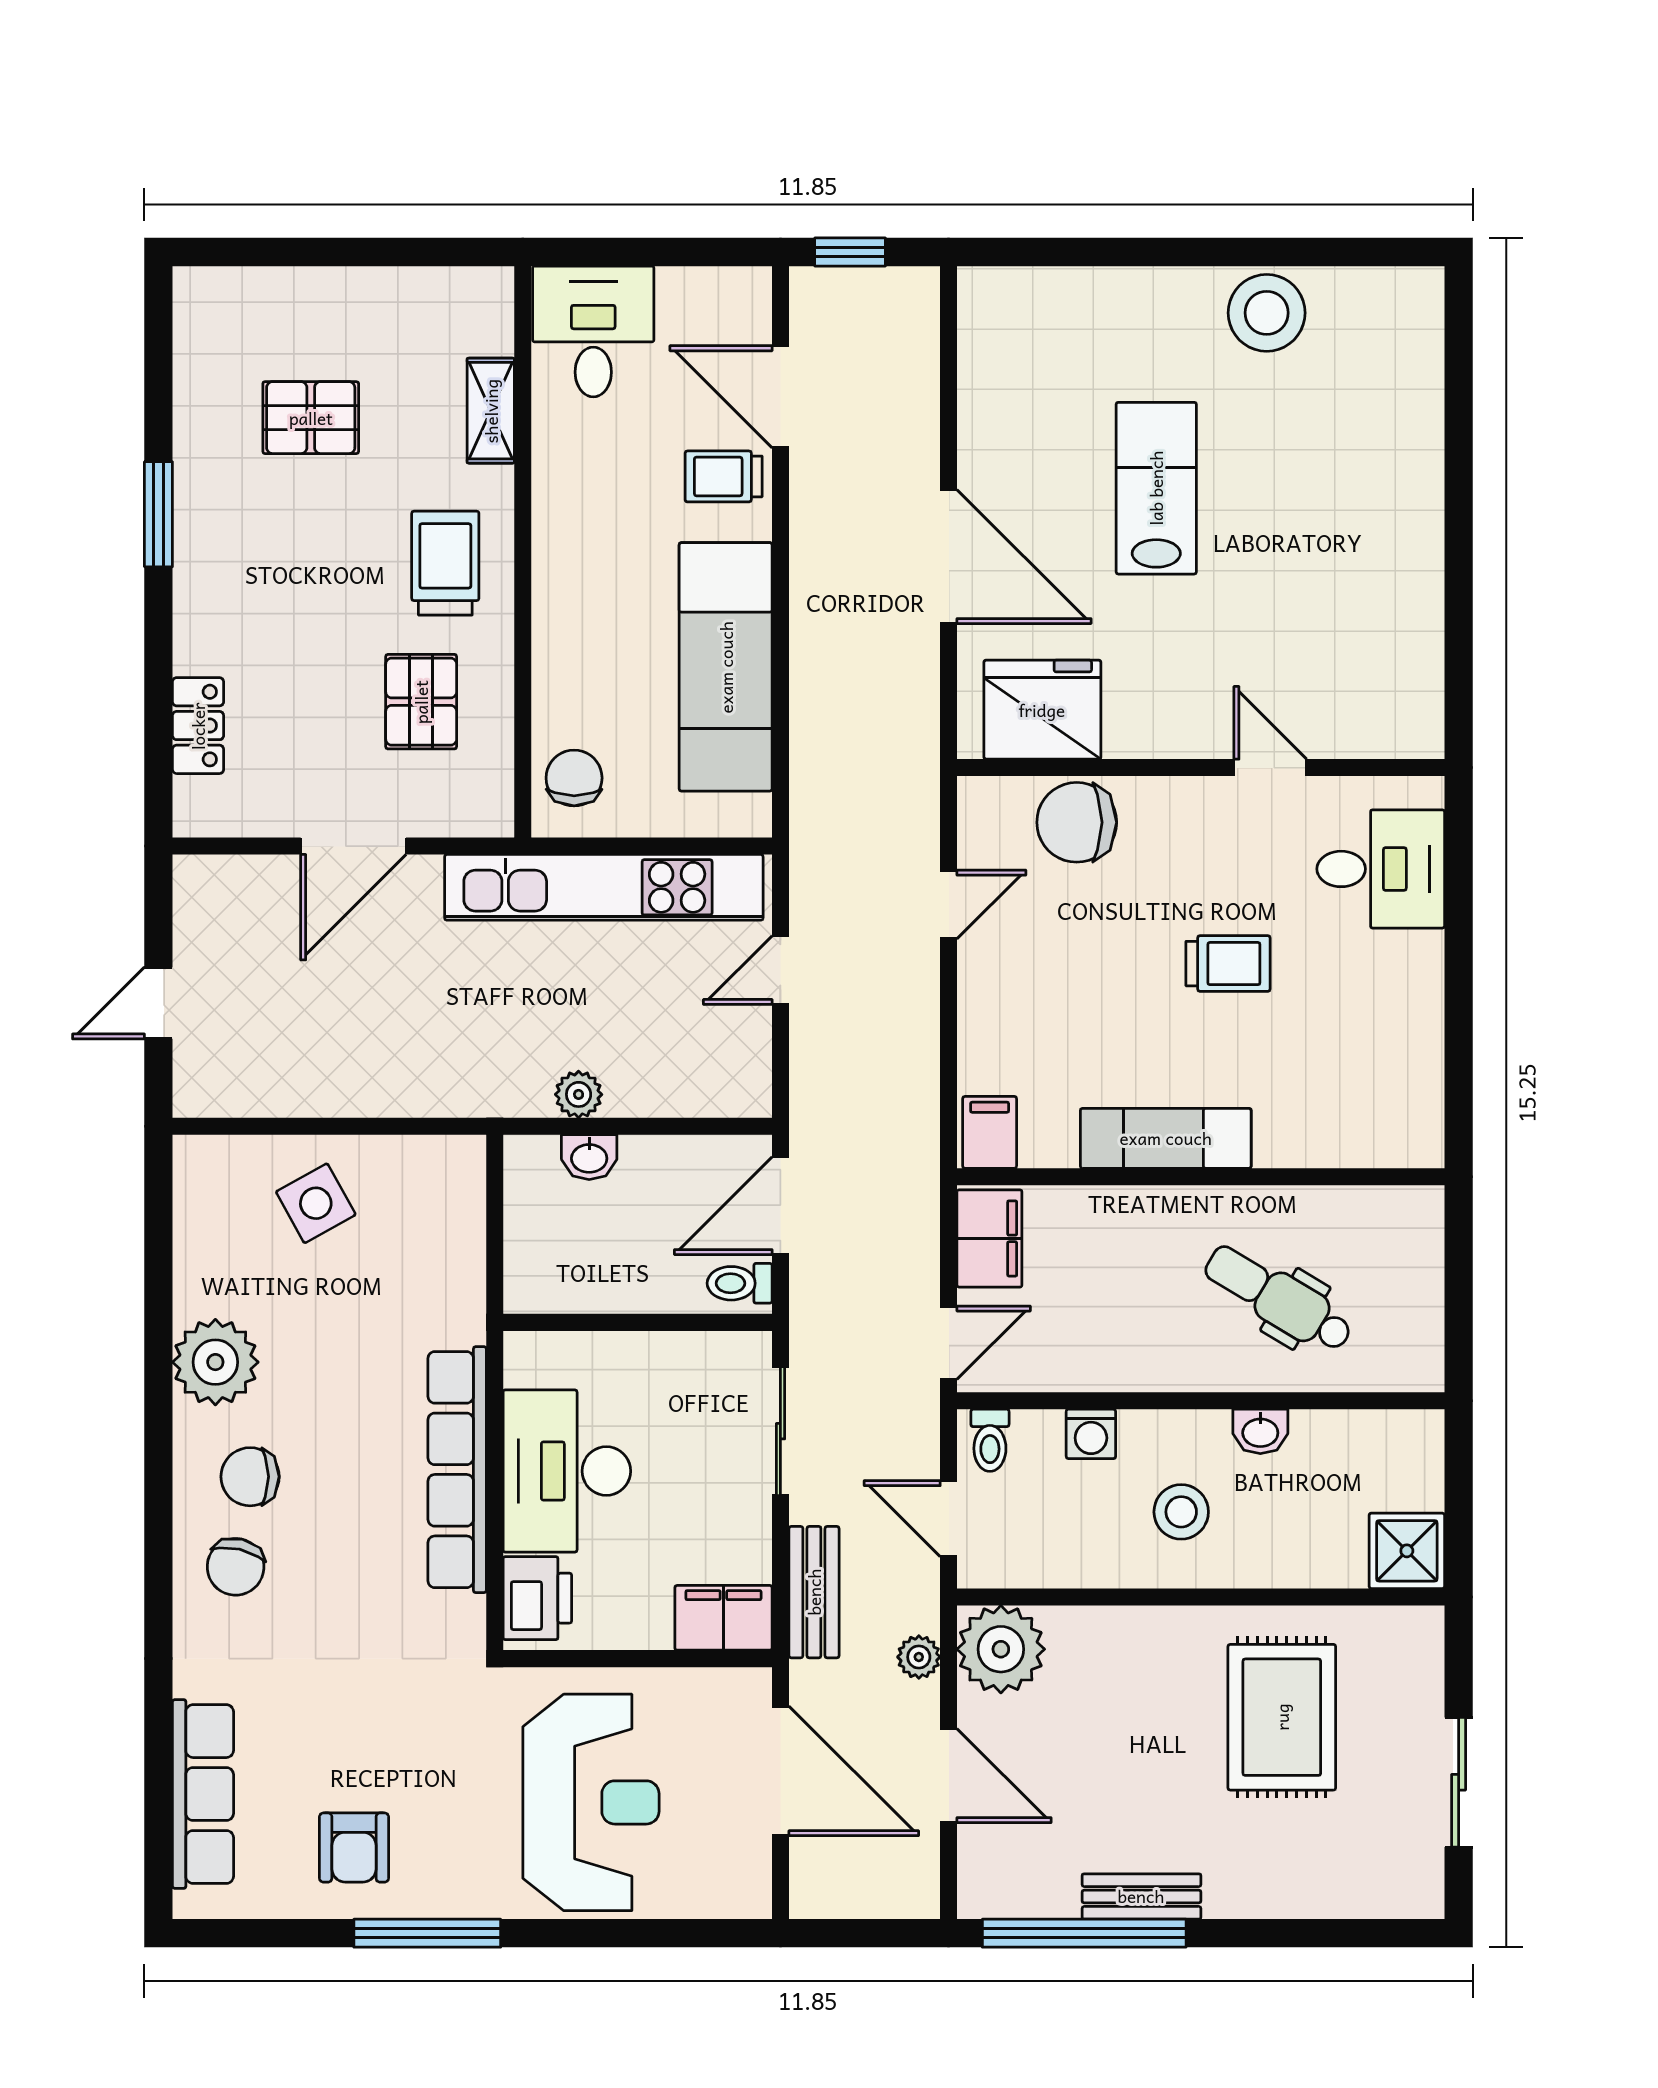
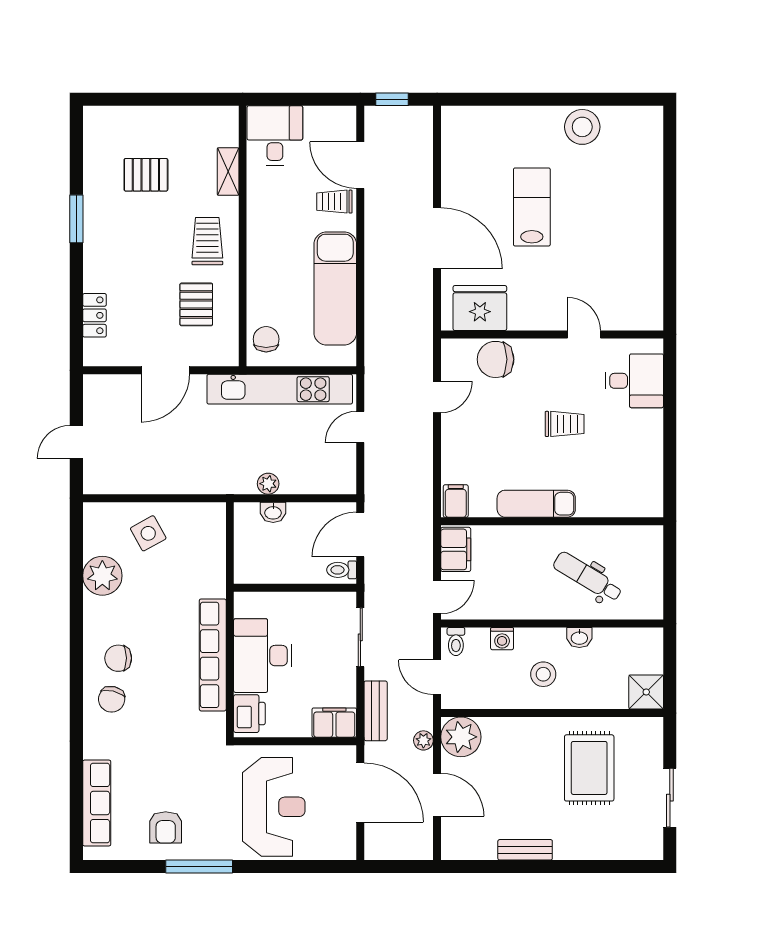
plant: (215, 1362) -> (102, 576), moved
window: (1084, 1933) -> (499, 867), removed

